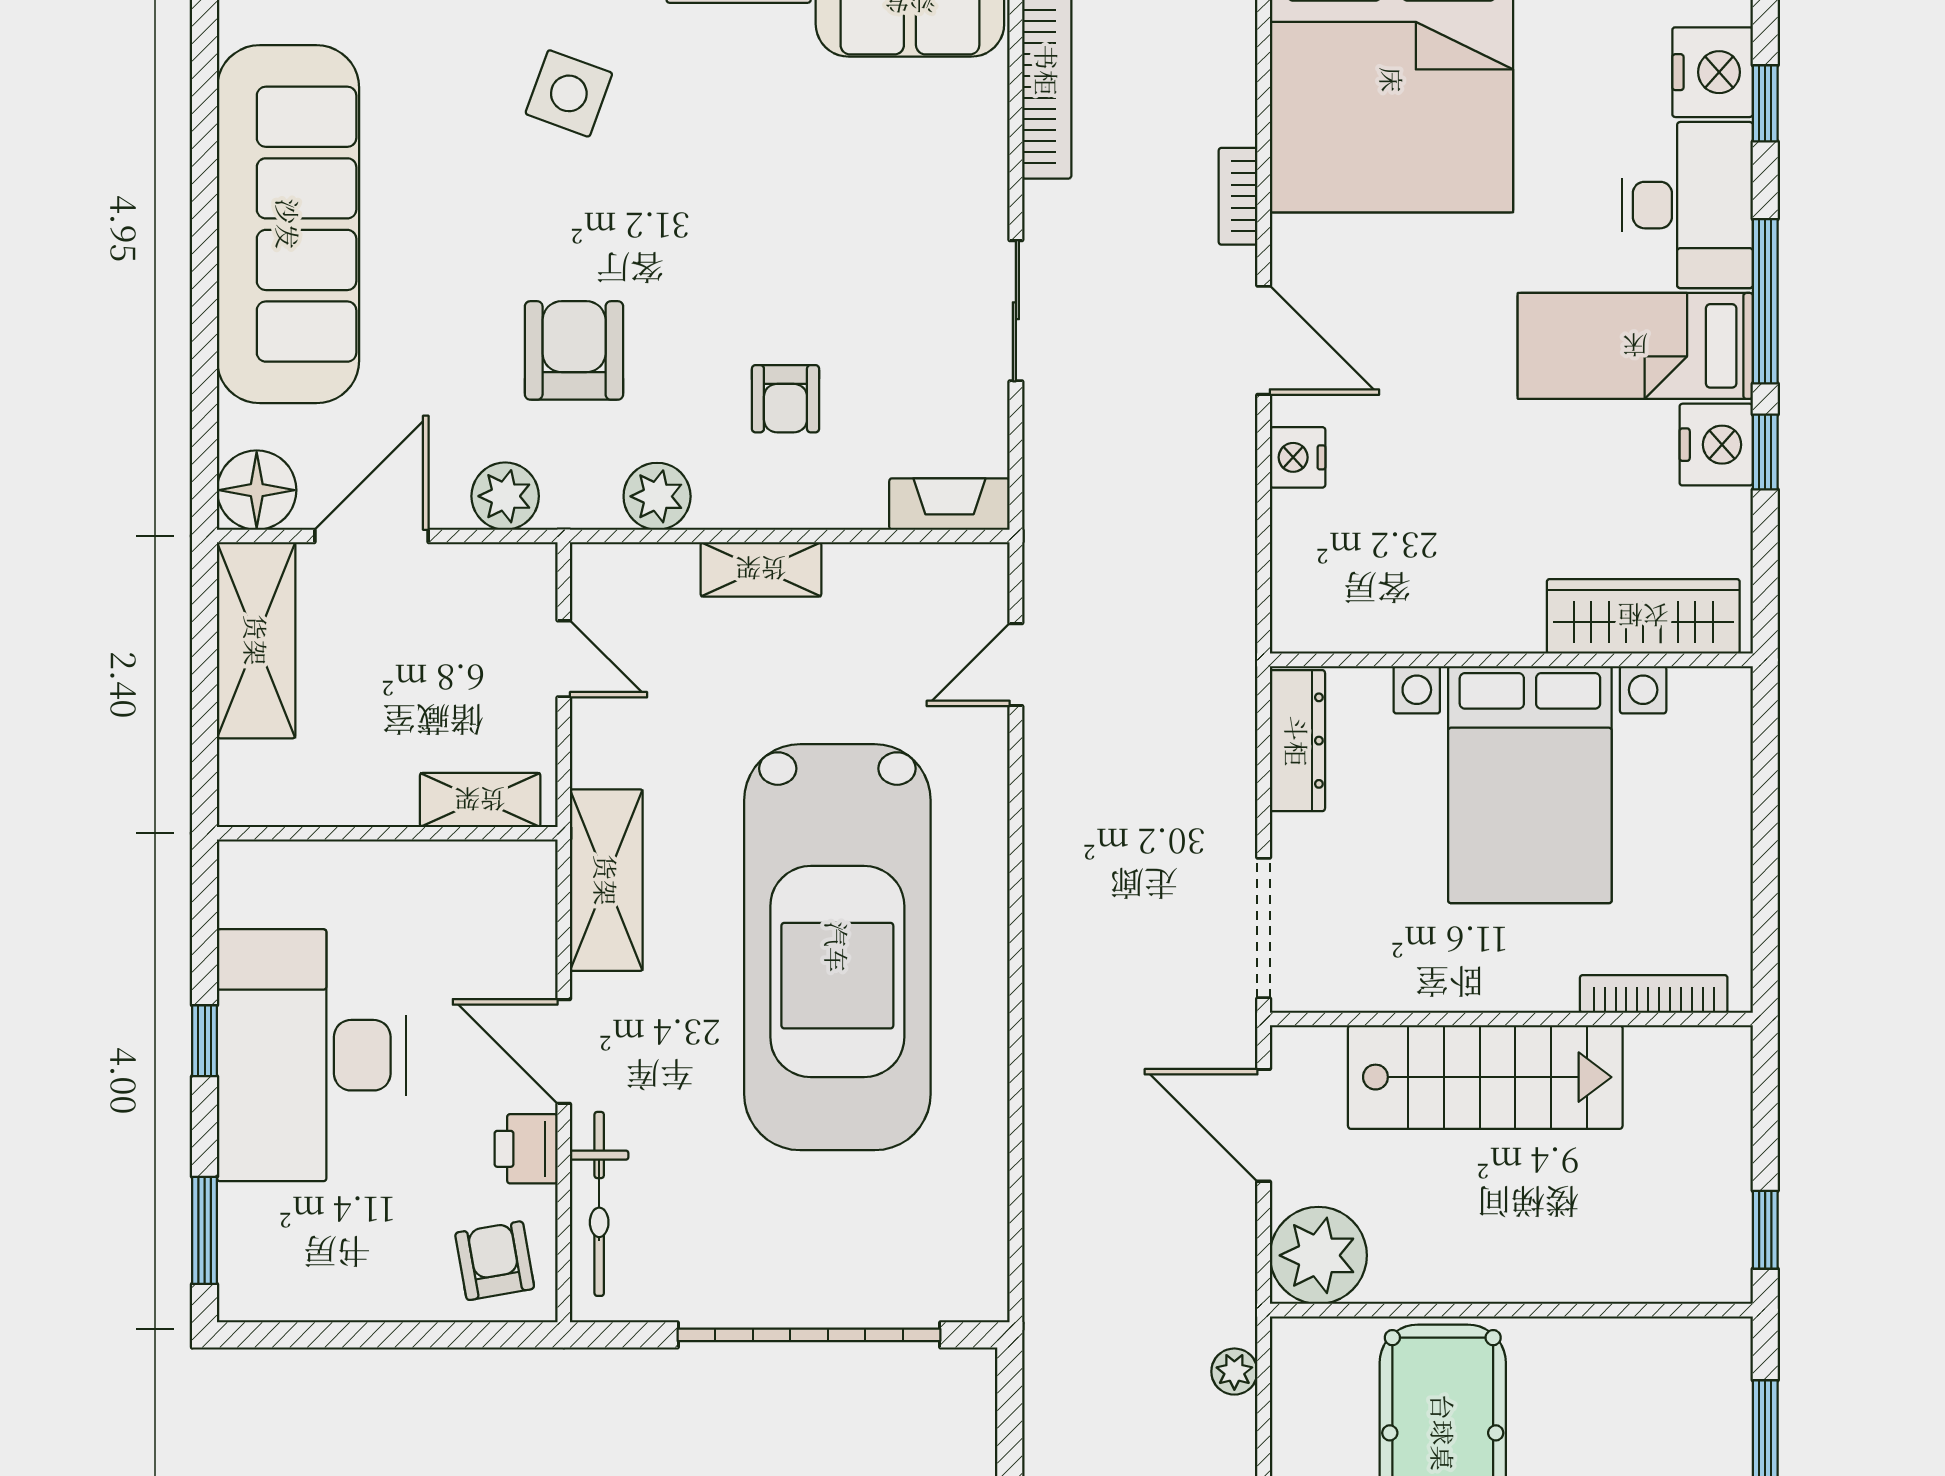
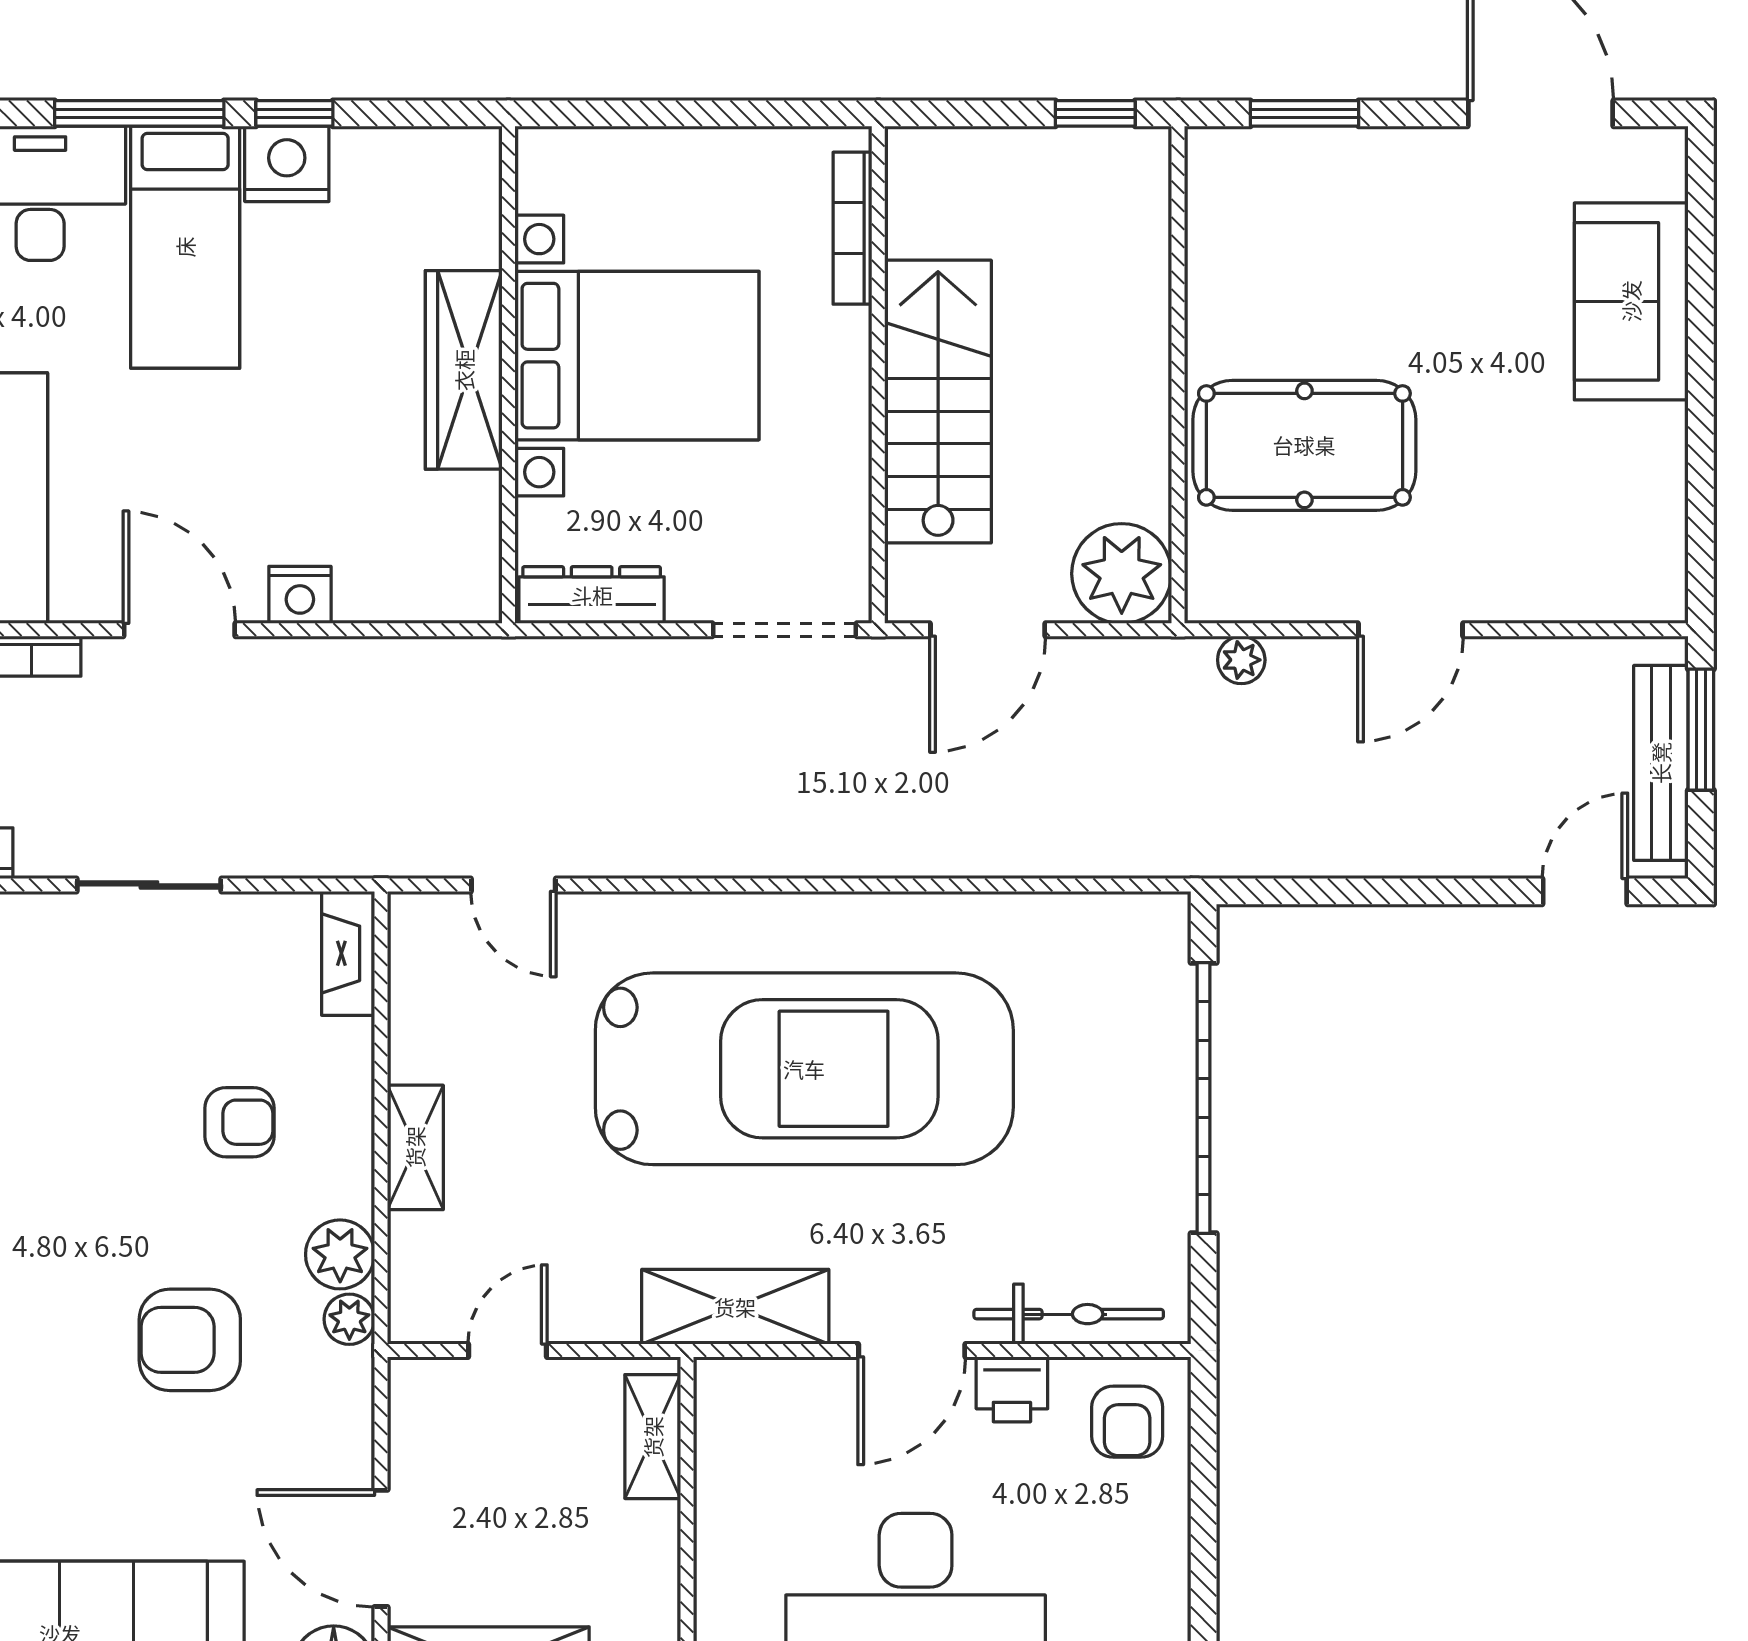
door: (1264, 340) -> (179, 630), hinge flipped
plant: (505, 496) -> (349, 1319), moved, width x0.73, depth x0.73
wardrobe: (1643, 616) -> (464, 370), moved
armchair: (495, 1261) -> (1127, 1422), turned -80

